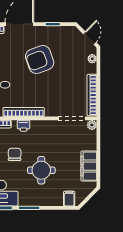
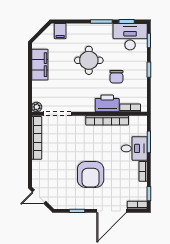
door: (90, 38) -> (39, 197), hinge flipped
armchair: (40, 59) -> (91, 174), turned 110
plant: (92, 59) -> (36, 175), removed
printer: (24, 126) -> (107, 103), width x1.87, depth x1.48

